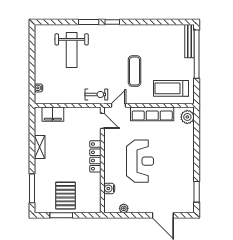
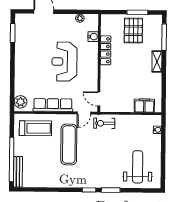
weight bench: (72, 50) -> (138, 167), moved
exercise mat: (135, 71) -> (69, 145), width x1.36, depth x1.45
shelving: (40, 147) -> (157, 62), moved
locker: (95, 156) -> (106, 50), moved

